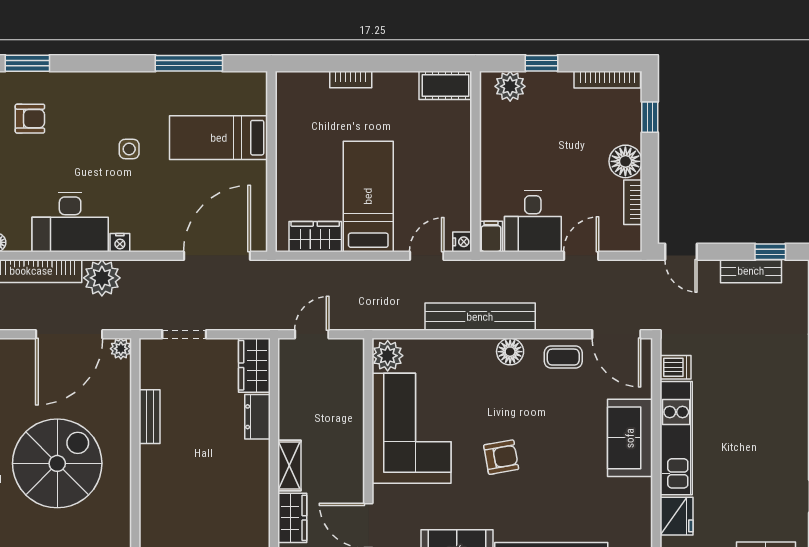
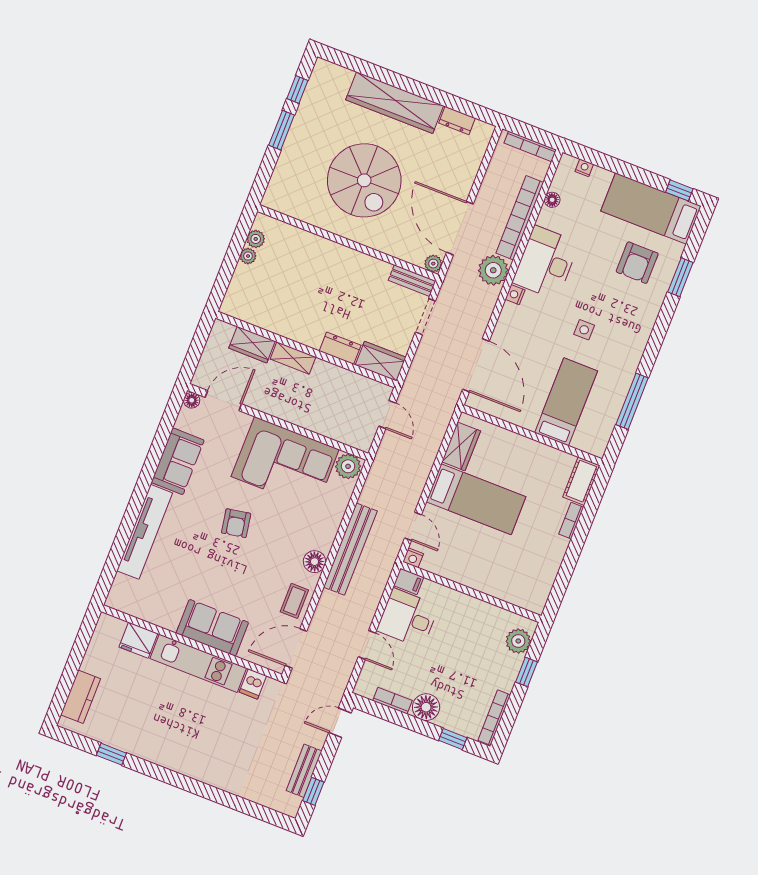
cot: (445, 85) -> (581, 481), moved
armchair: (30, 119) -> (637, 263), width x1.38, depth x1.38
bench: (150, 417) -> (412, 281), moved

